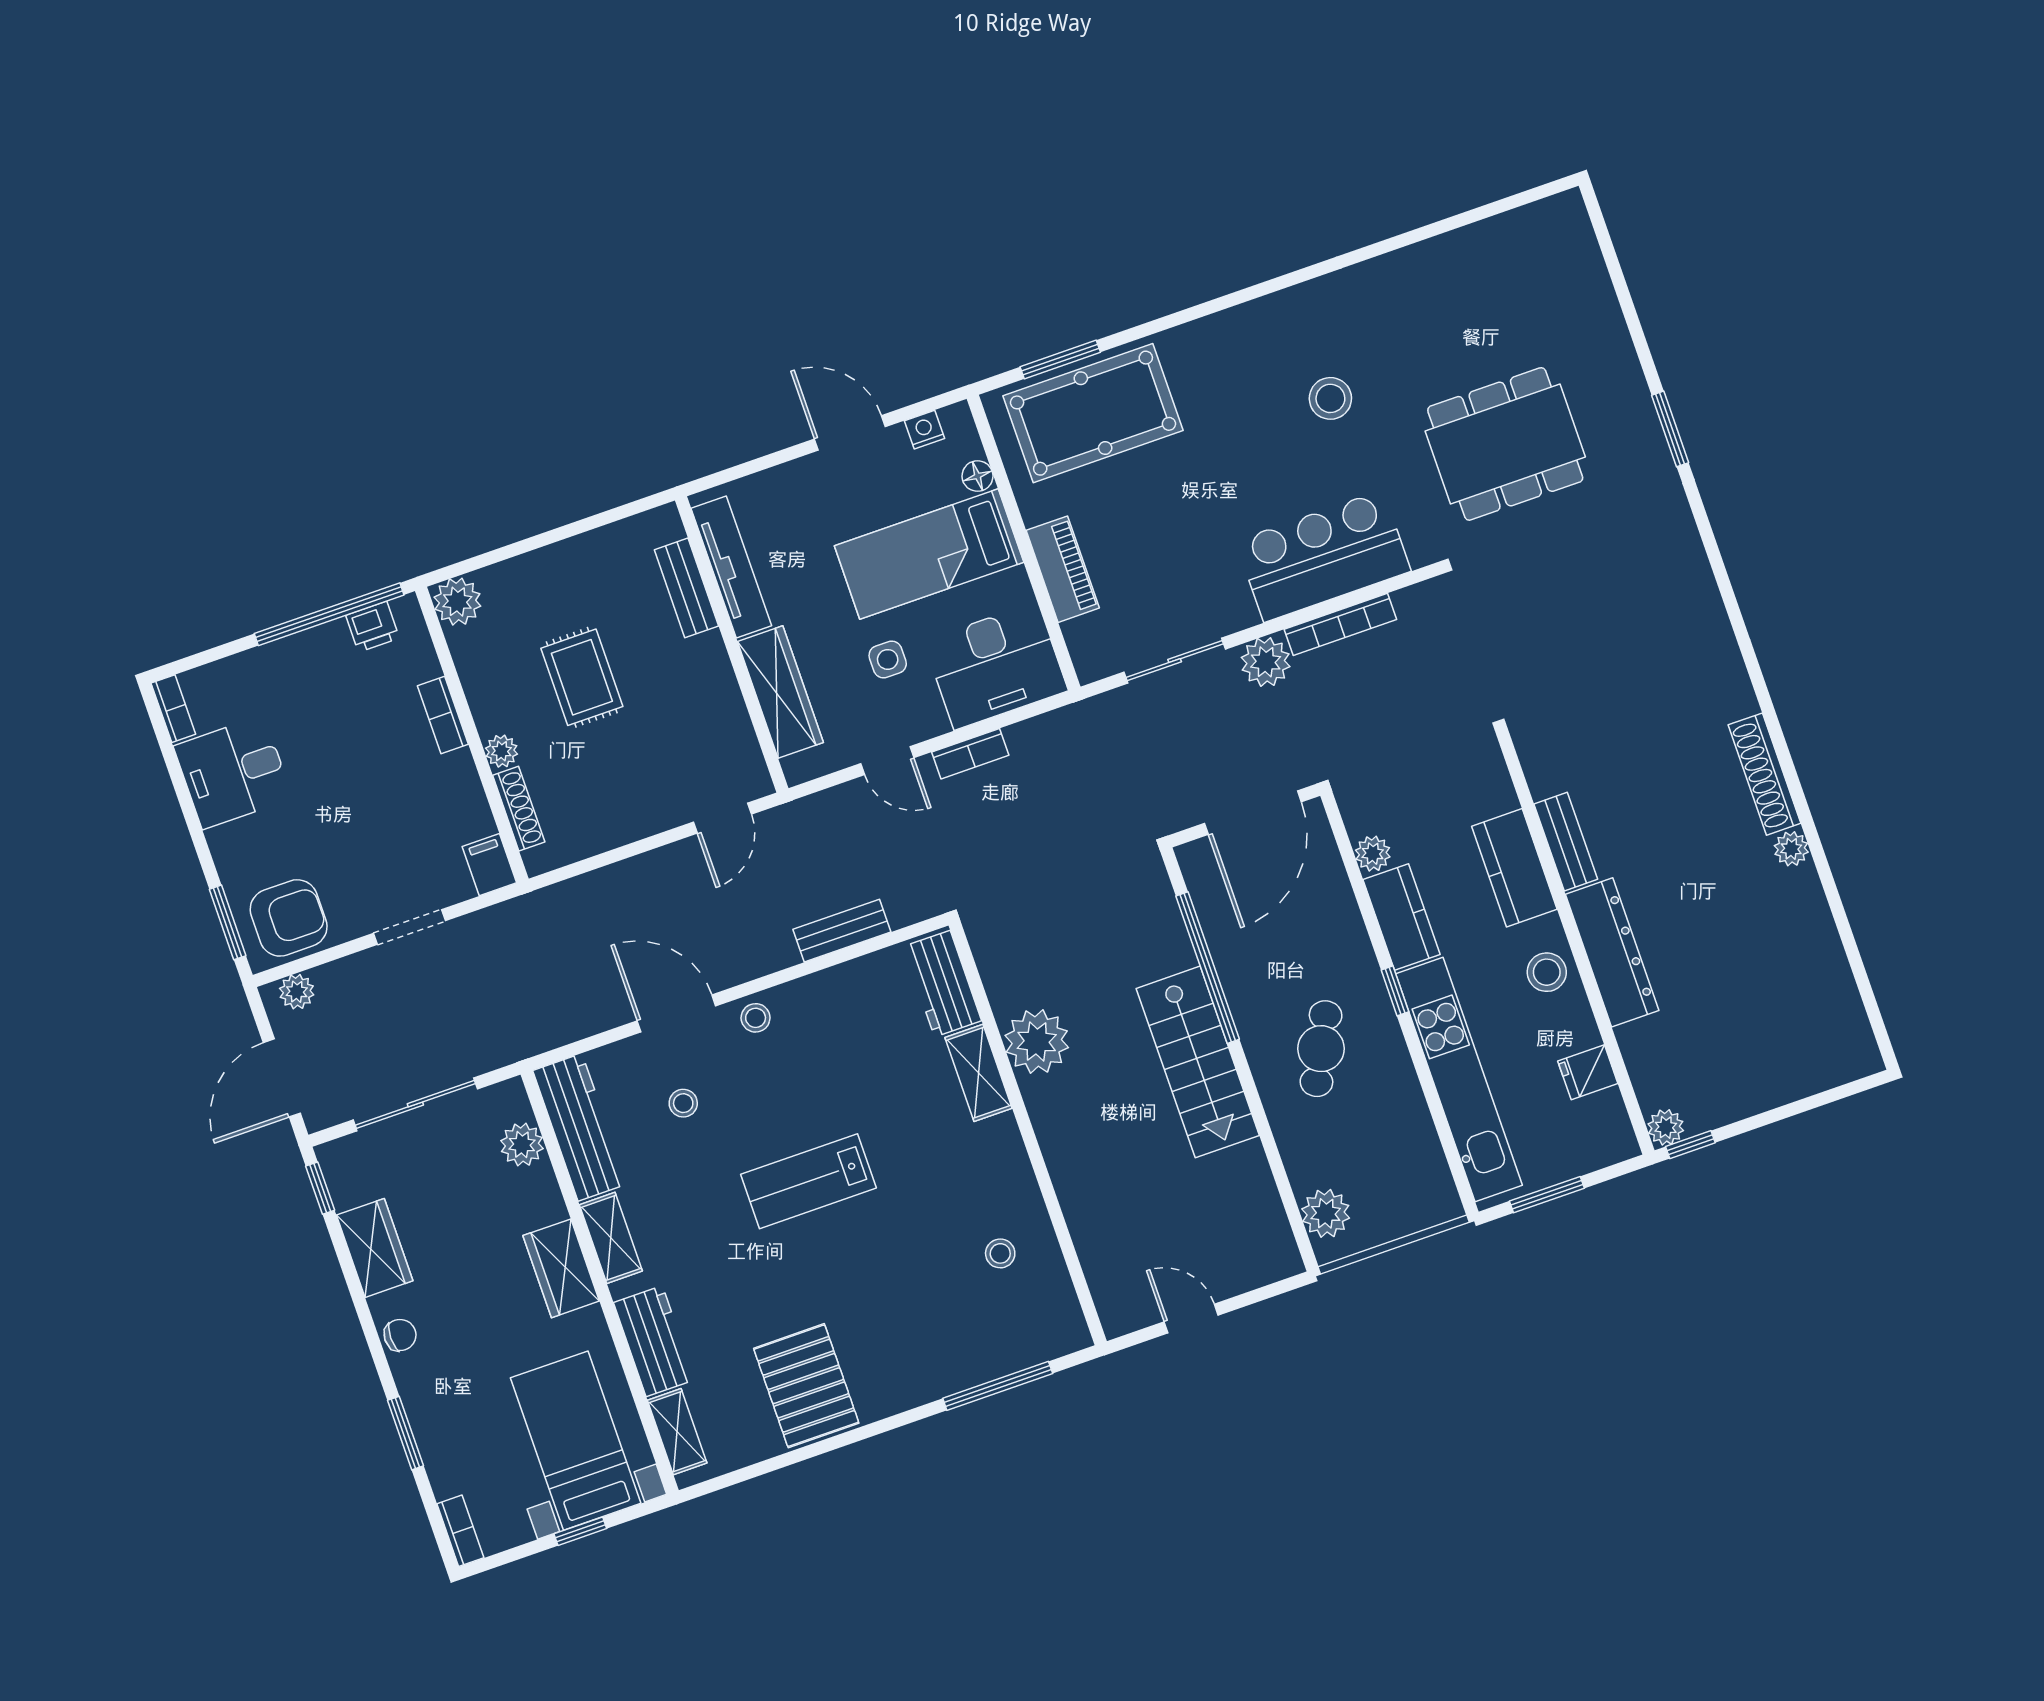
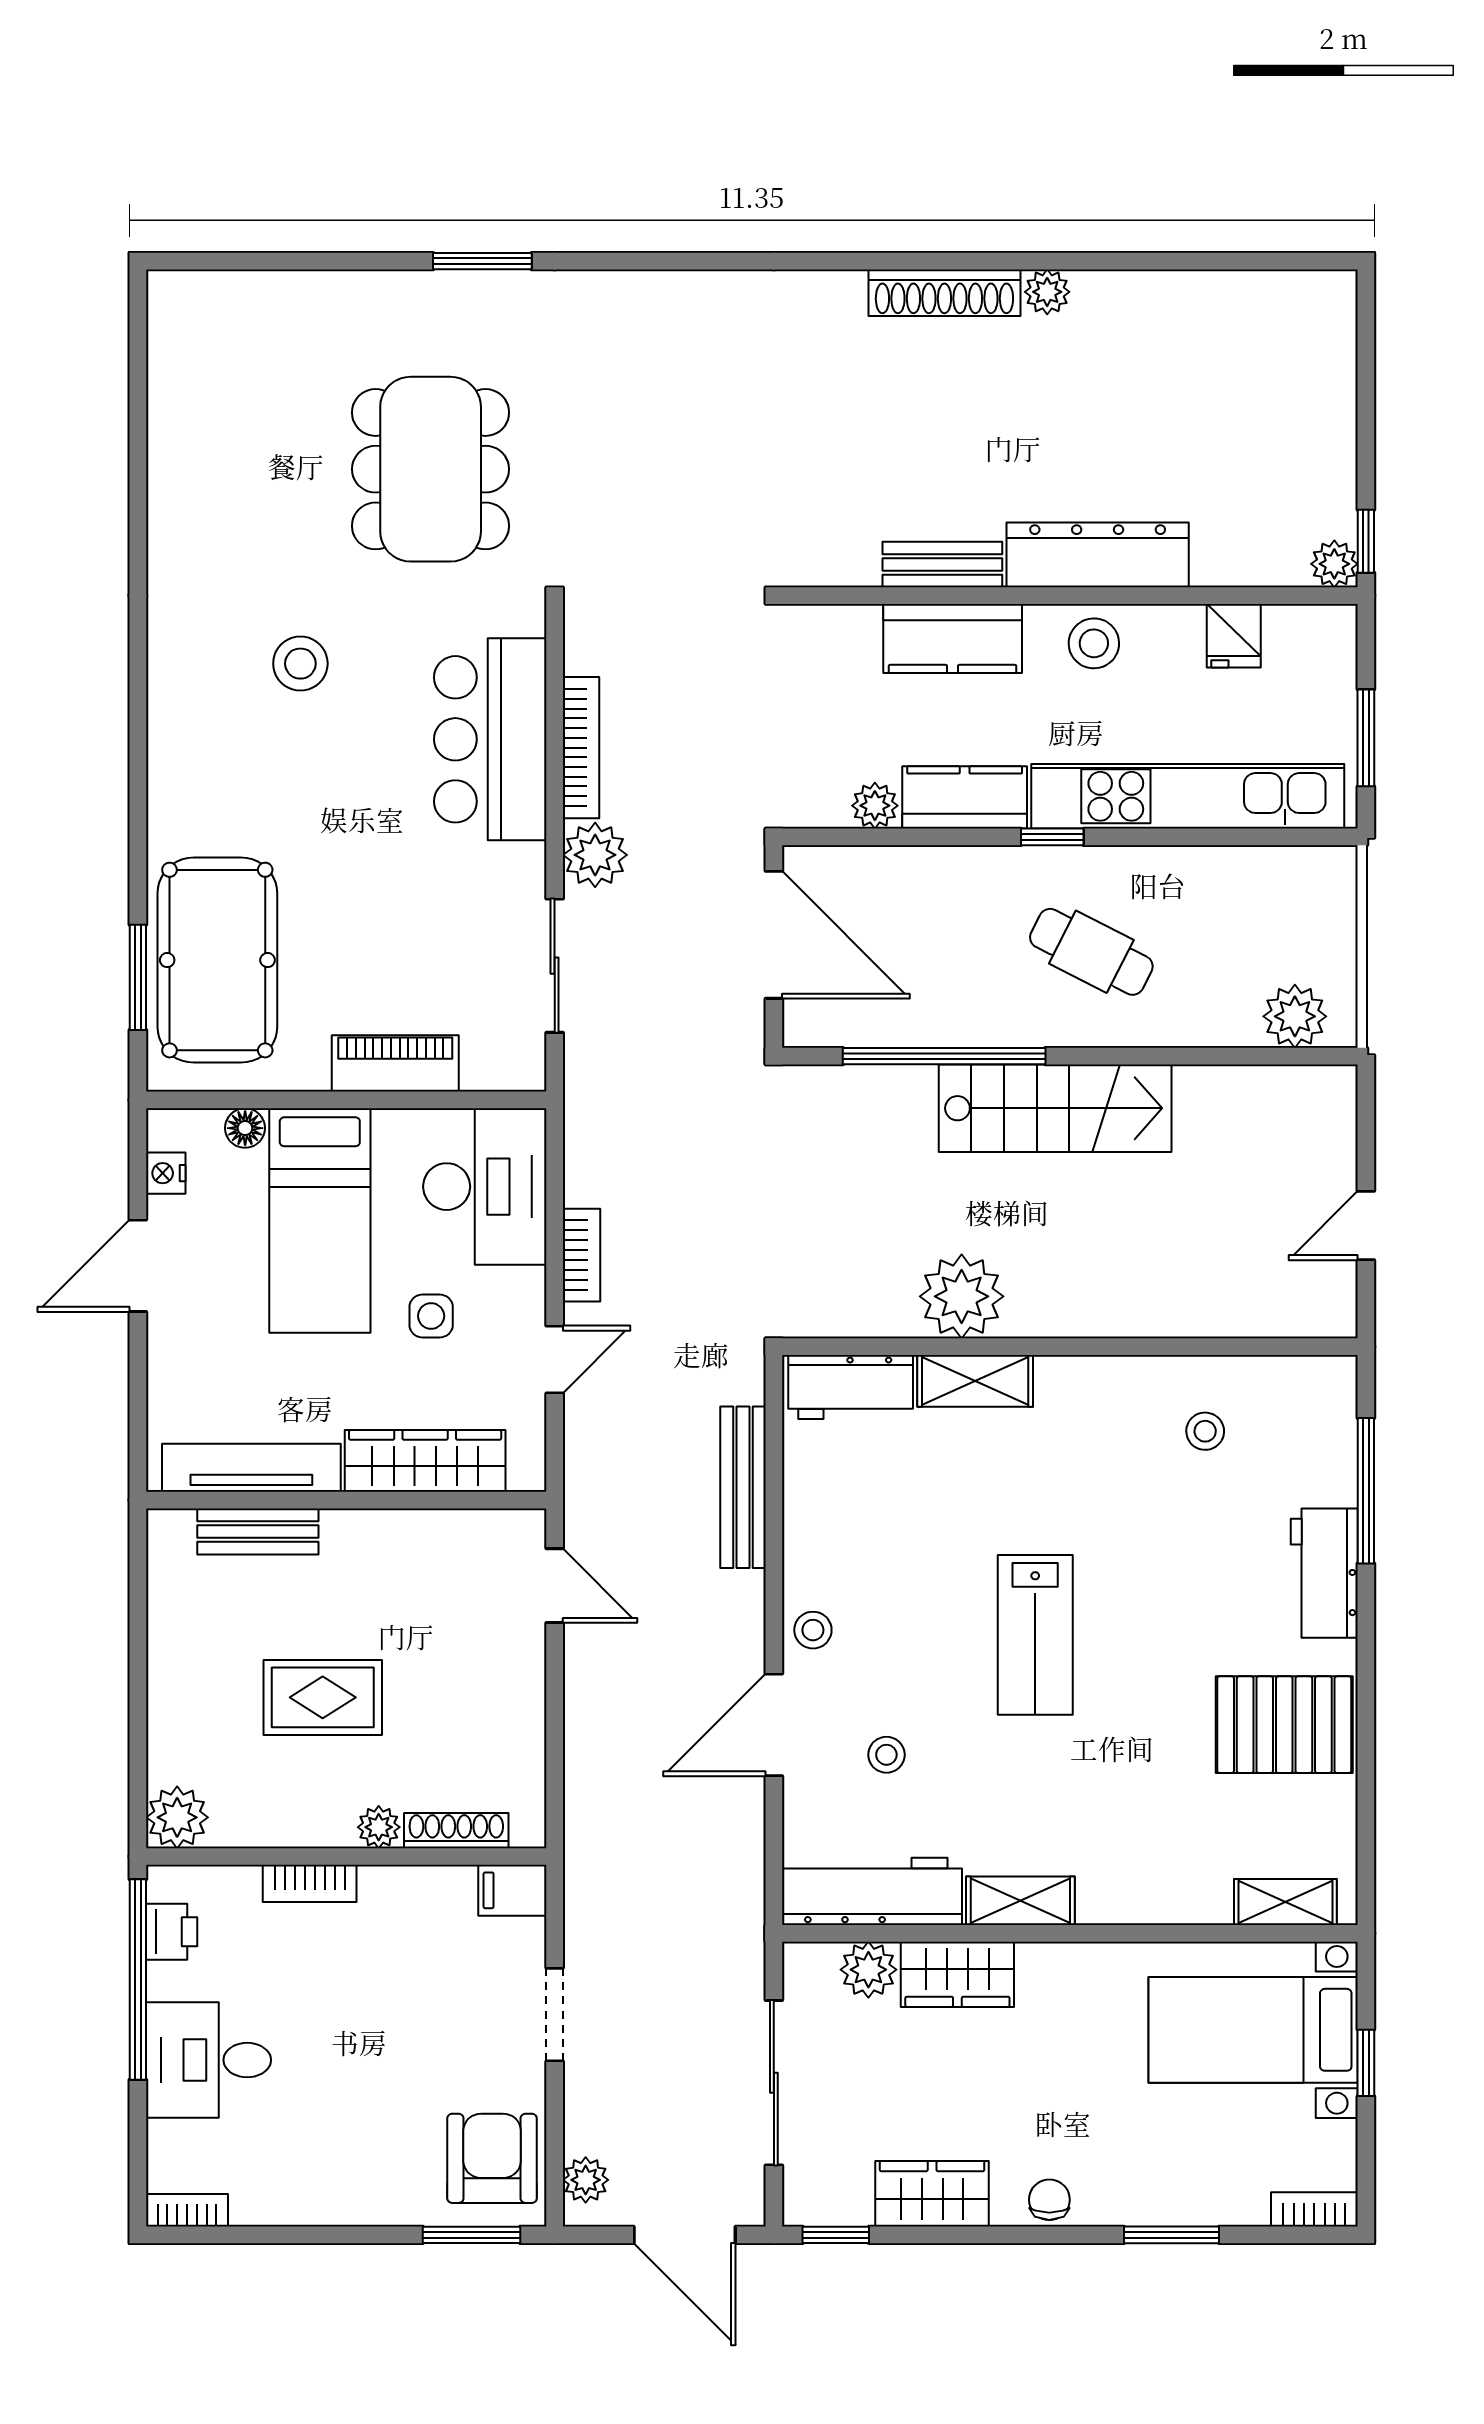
desk: (233, 772) -> (209, 2060), moved, turned 90
bench: (842, 931) -> (743, 1487), width x1.36
wardrobe: (561, 1268) -> (957, 1974), moved
workbench: (654, 1341) -> (1324, 1573), moved, turned -90

